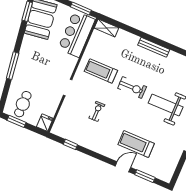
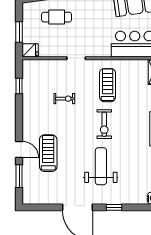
cafe table: (23, 104) -> (57, 17), moved
window: (17, 121) -> (19, 32), moved

